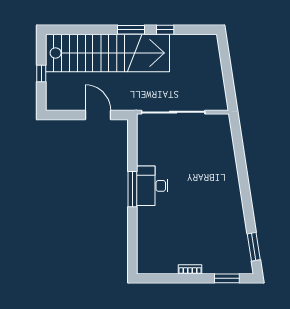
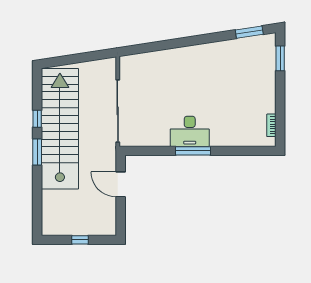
stairs: (108, 53) -> (60, 129), moved
door: (98, 115) -> (121, 184), hinge flipped
bookcase: (190, 269) -> (271, 125), moved

